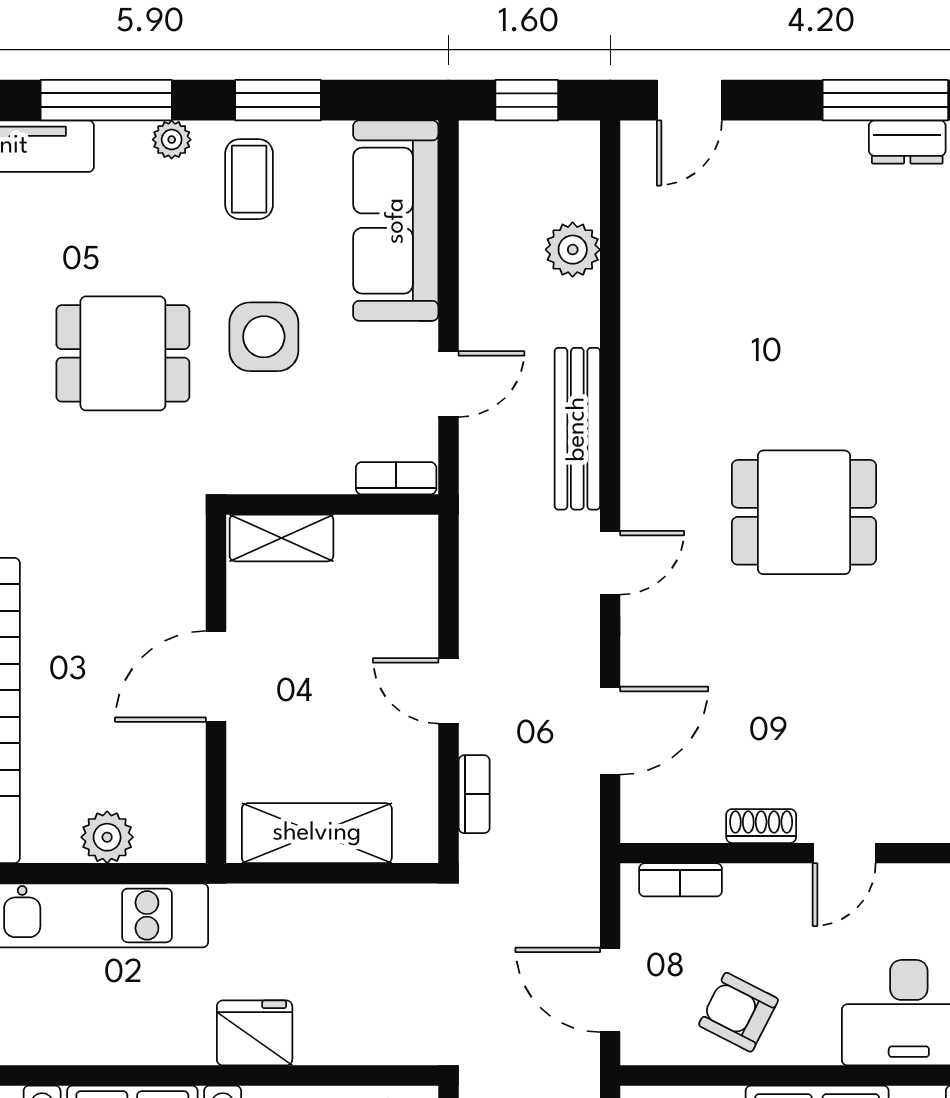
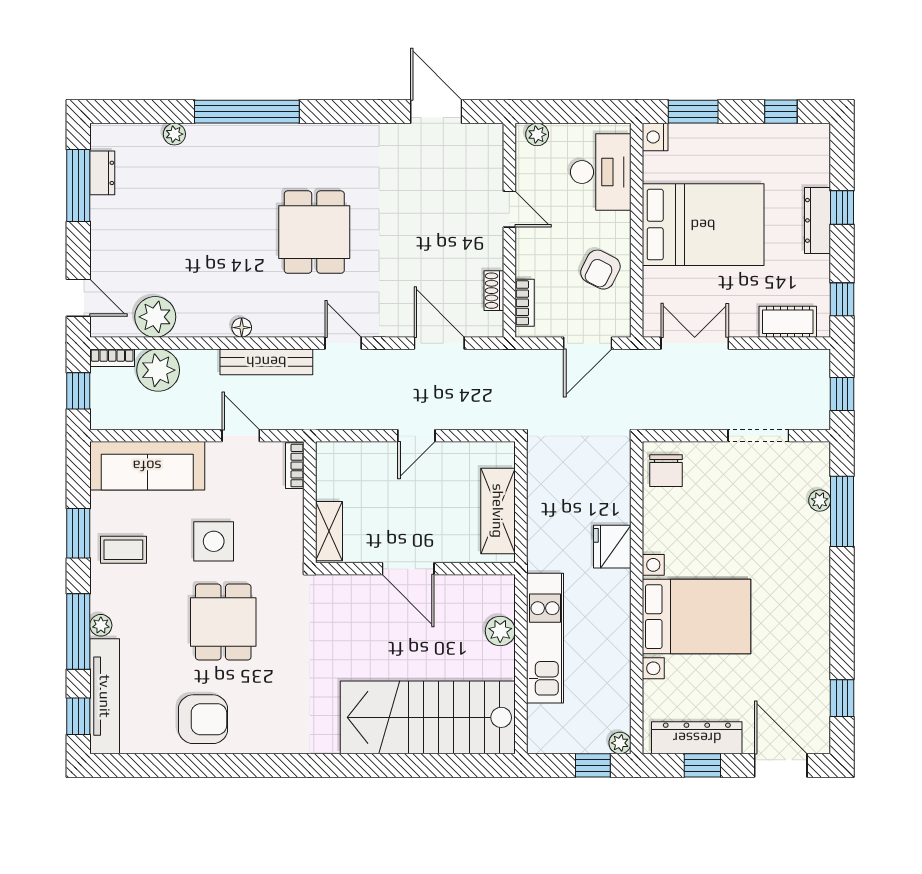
plant: (172, 140) -> (101, 625), moved
plant: (656, 235) -> (155, 317), added
plant: (573, 250) -> (158, 370), width x1.36, depth x1.36
floor lamp: (637, 386) -> (242, 328), added
bookcase: (474, 794) -> (112, 358), moved, turned 180
shoe rack: (761, 826) -> (494, 291), moved

